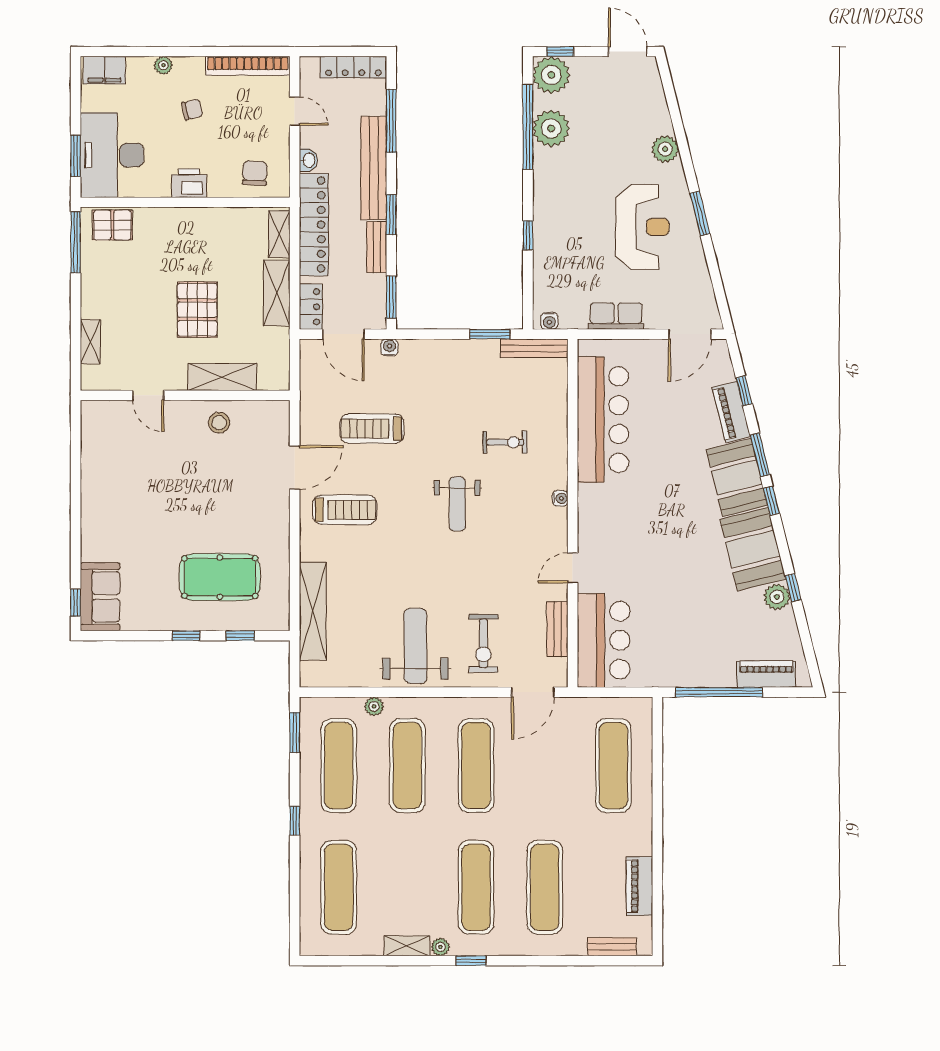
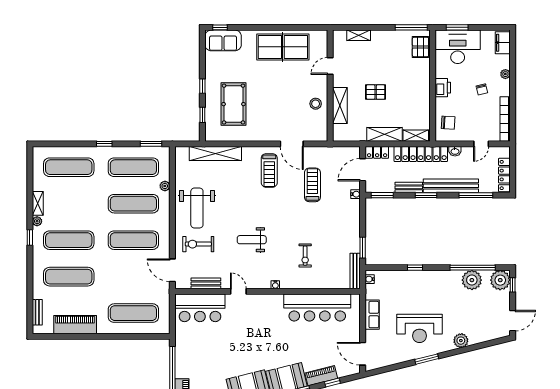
pallet: (197, 310) -> (376, 92), width x0.67, depth x0.71
table tennis table: (112, 484) -> (283, 47), added
weight bench: (457, 504) -> (252, 240), moved
weight bench: (415, 646) -> (197, 208), turned 90
piano: (640, 886) -> (75, 325), width x1.37, depth x1.33

